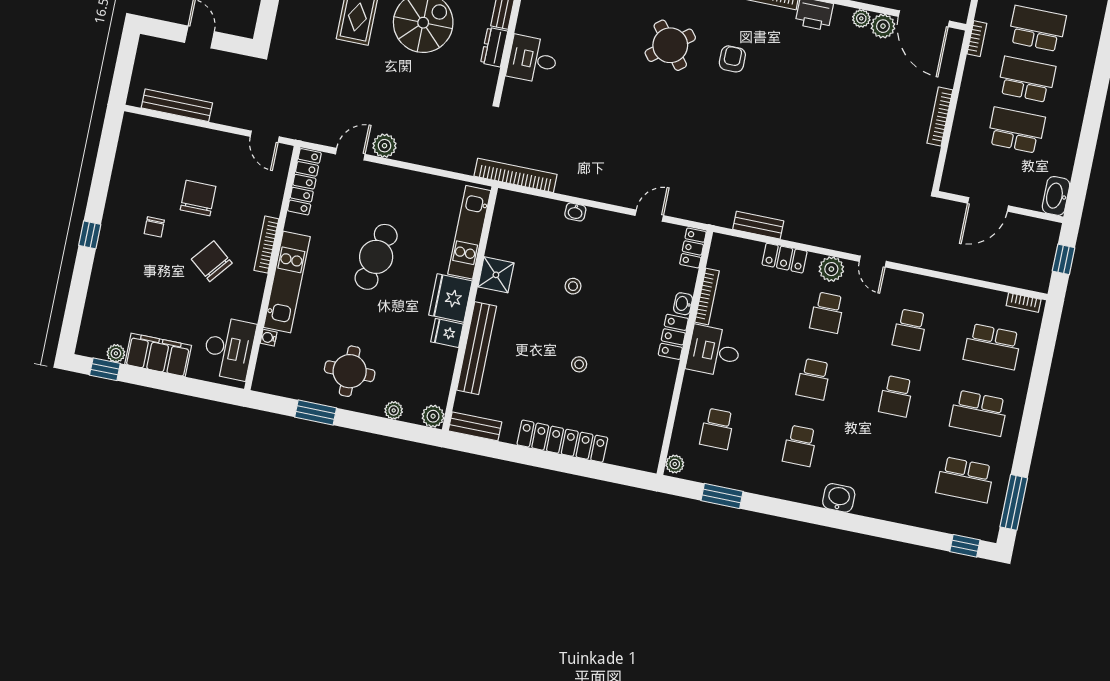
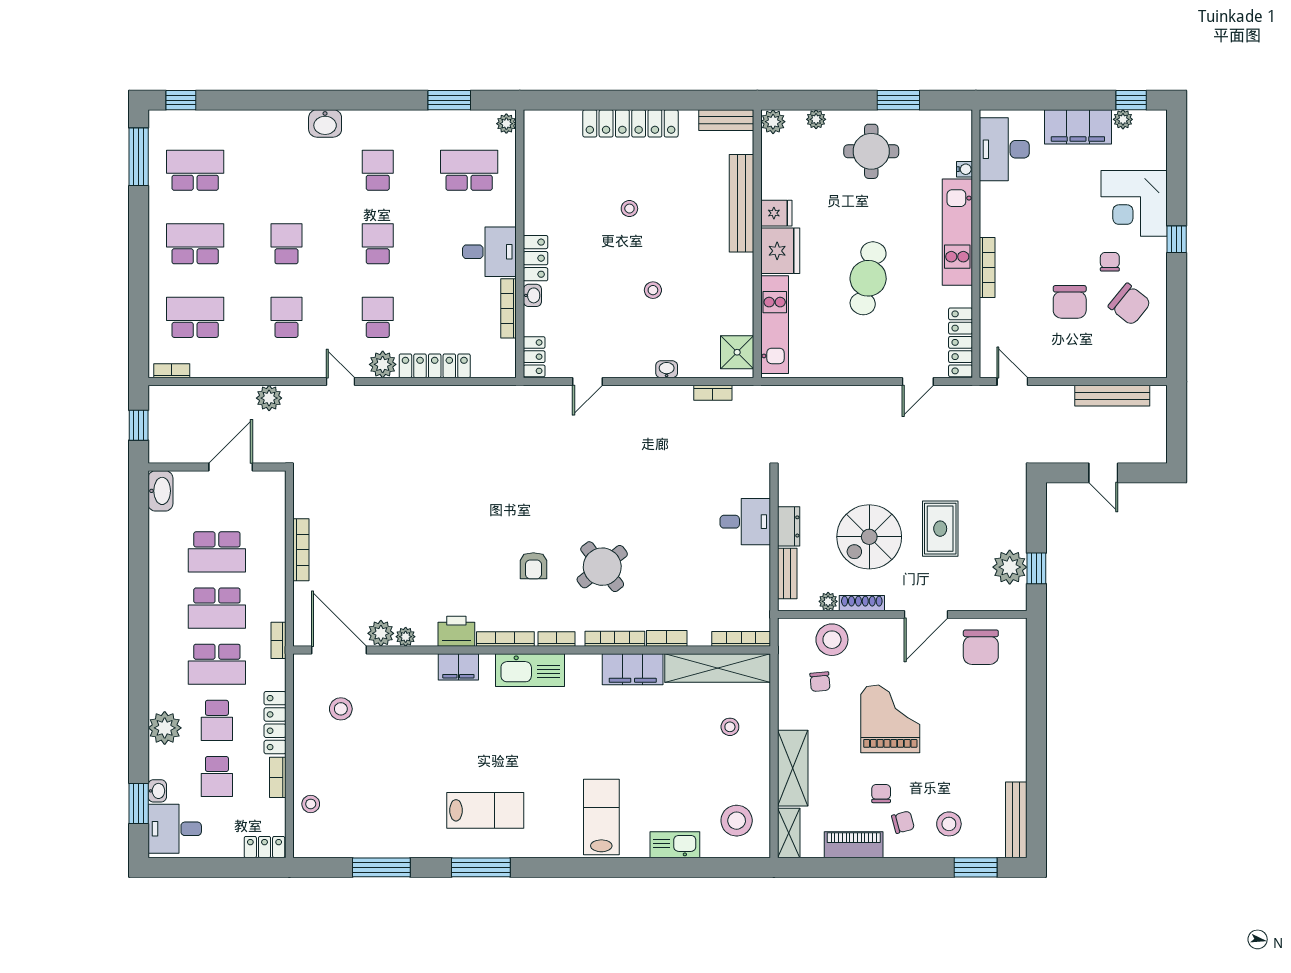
plant: (384, 146) -> (269, 398), moved
bookcase: (516, 175) -> (713, 393), width x0.43, depth x0.76
bench: (758, 225) -> (470, 395), removed
locker: (785, 258) -> (435, 366), width x1.53
chair: (212, 261) -> (1130, 304), moved
corner desk: (121, 275) -> (1134, 203), added
shower: (496, 275) -> (737, 352), moved
school desk: (717, 429) -> (469, 170), width x1.85

